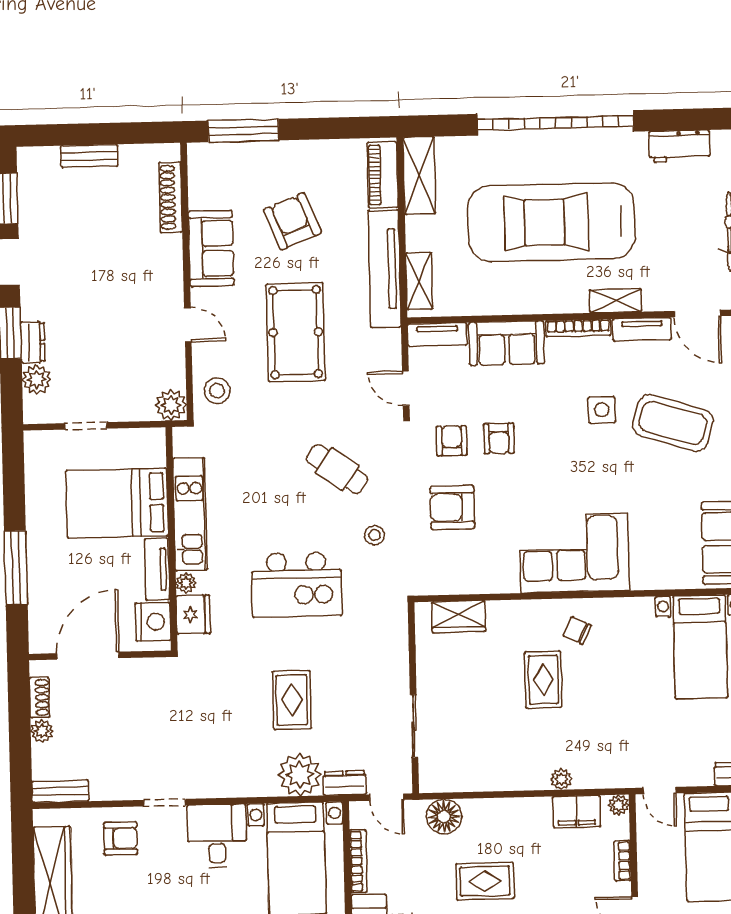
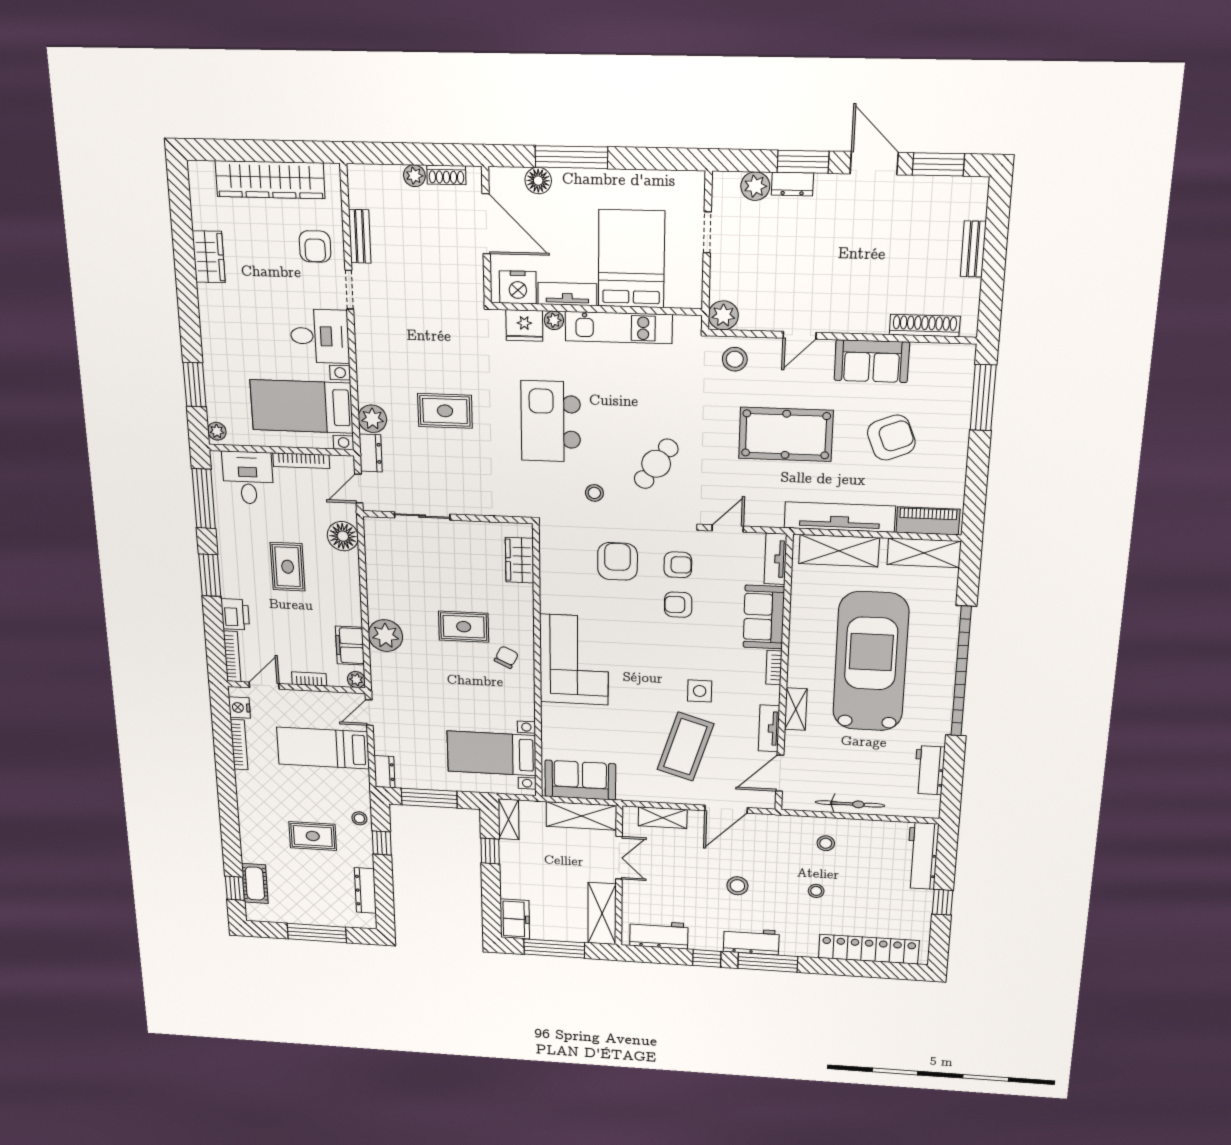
shelving: (419, 281) -> (839, 551), width x1.50, depth x1.33
bookcase: (578, 328) -> (774, 668), width x0.64
floor lamp: (41, 602) -> (538, 181), added
plant: (300, 775) -> (372, 419), width x0.73, depth x0.73
plant: (561, 779) -> (385, 636), width x1.87, depth x1.87
bench: (60, 791) -> (360, 236), moved

